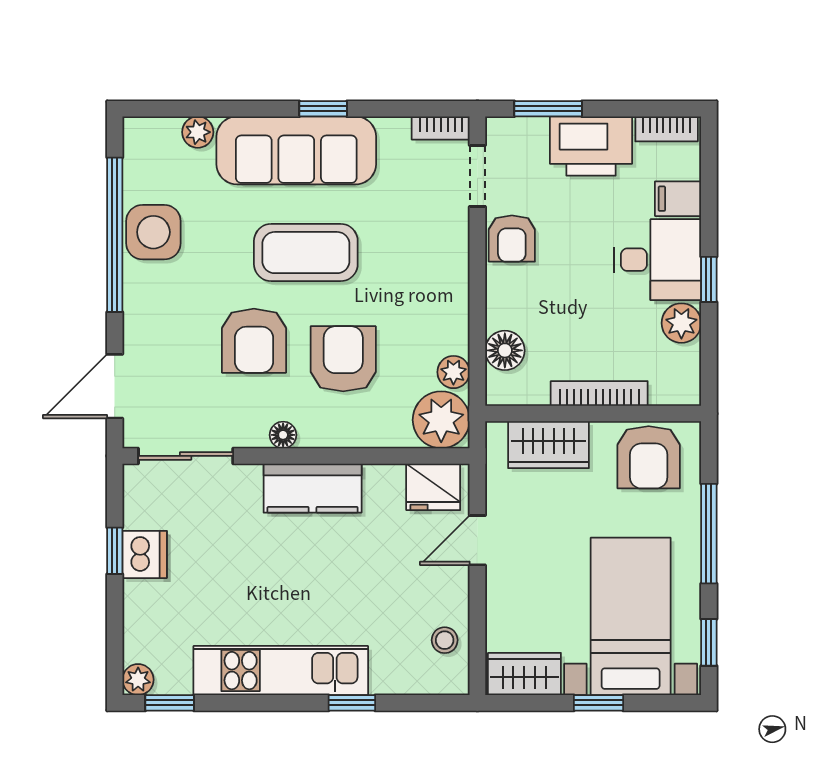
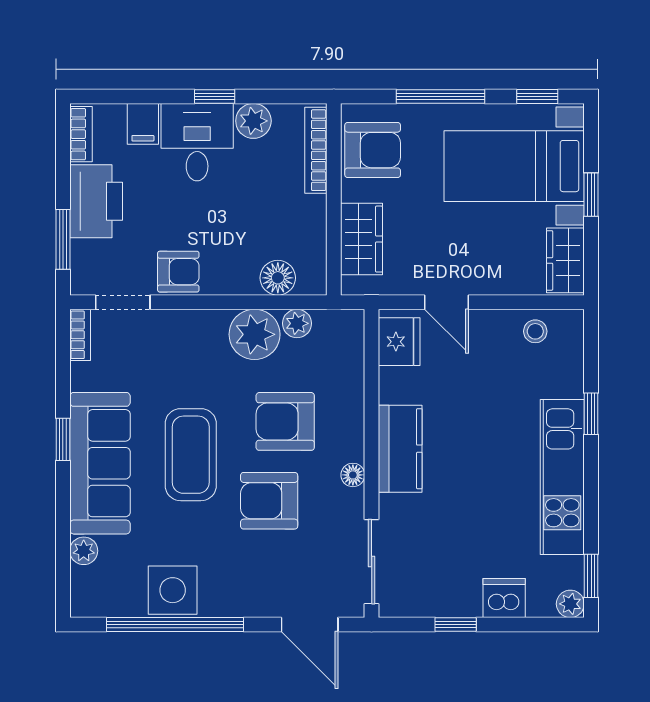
armchair: (254, 341) -> (269, 501), turned 180
bookcase: (599, 393) -> (316, 150), moved
plant: (441, 420) -> (255, 334), moved
dishwasher: (145, 554) -> (504, 598), moved

